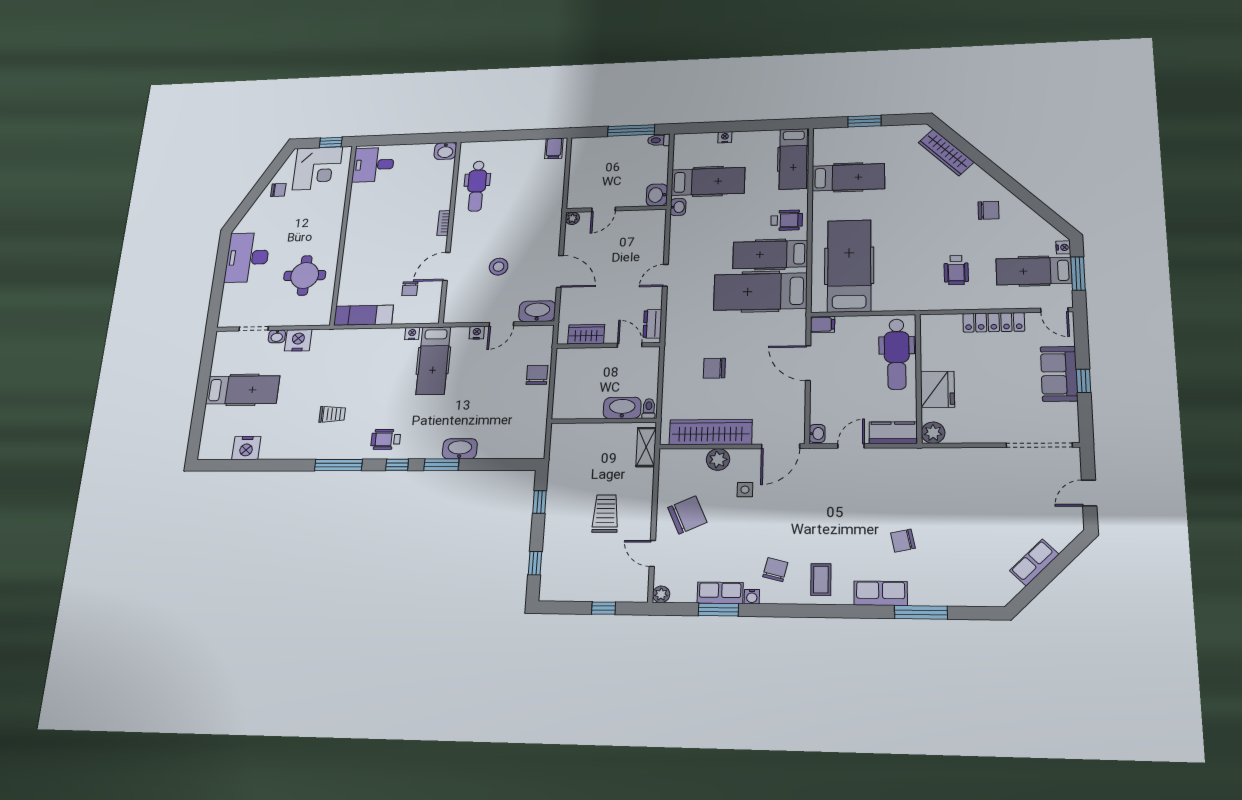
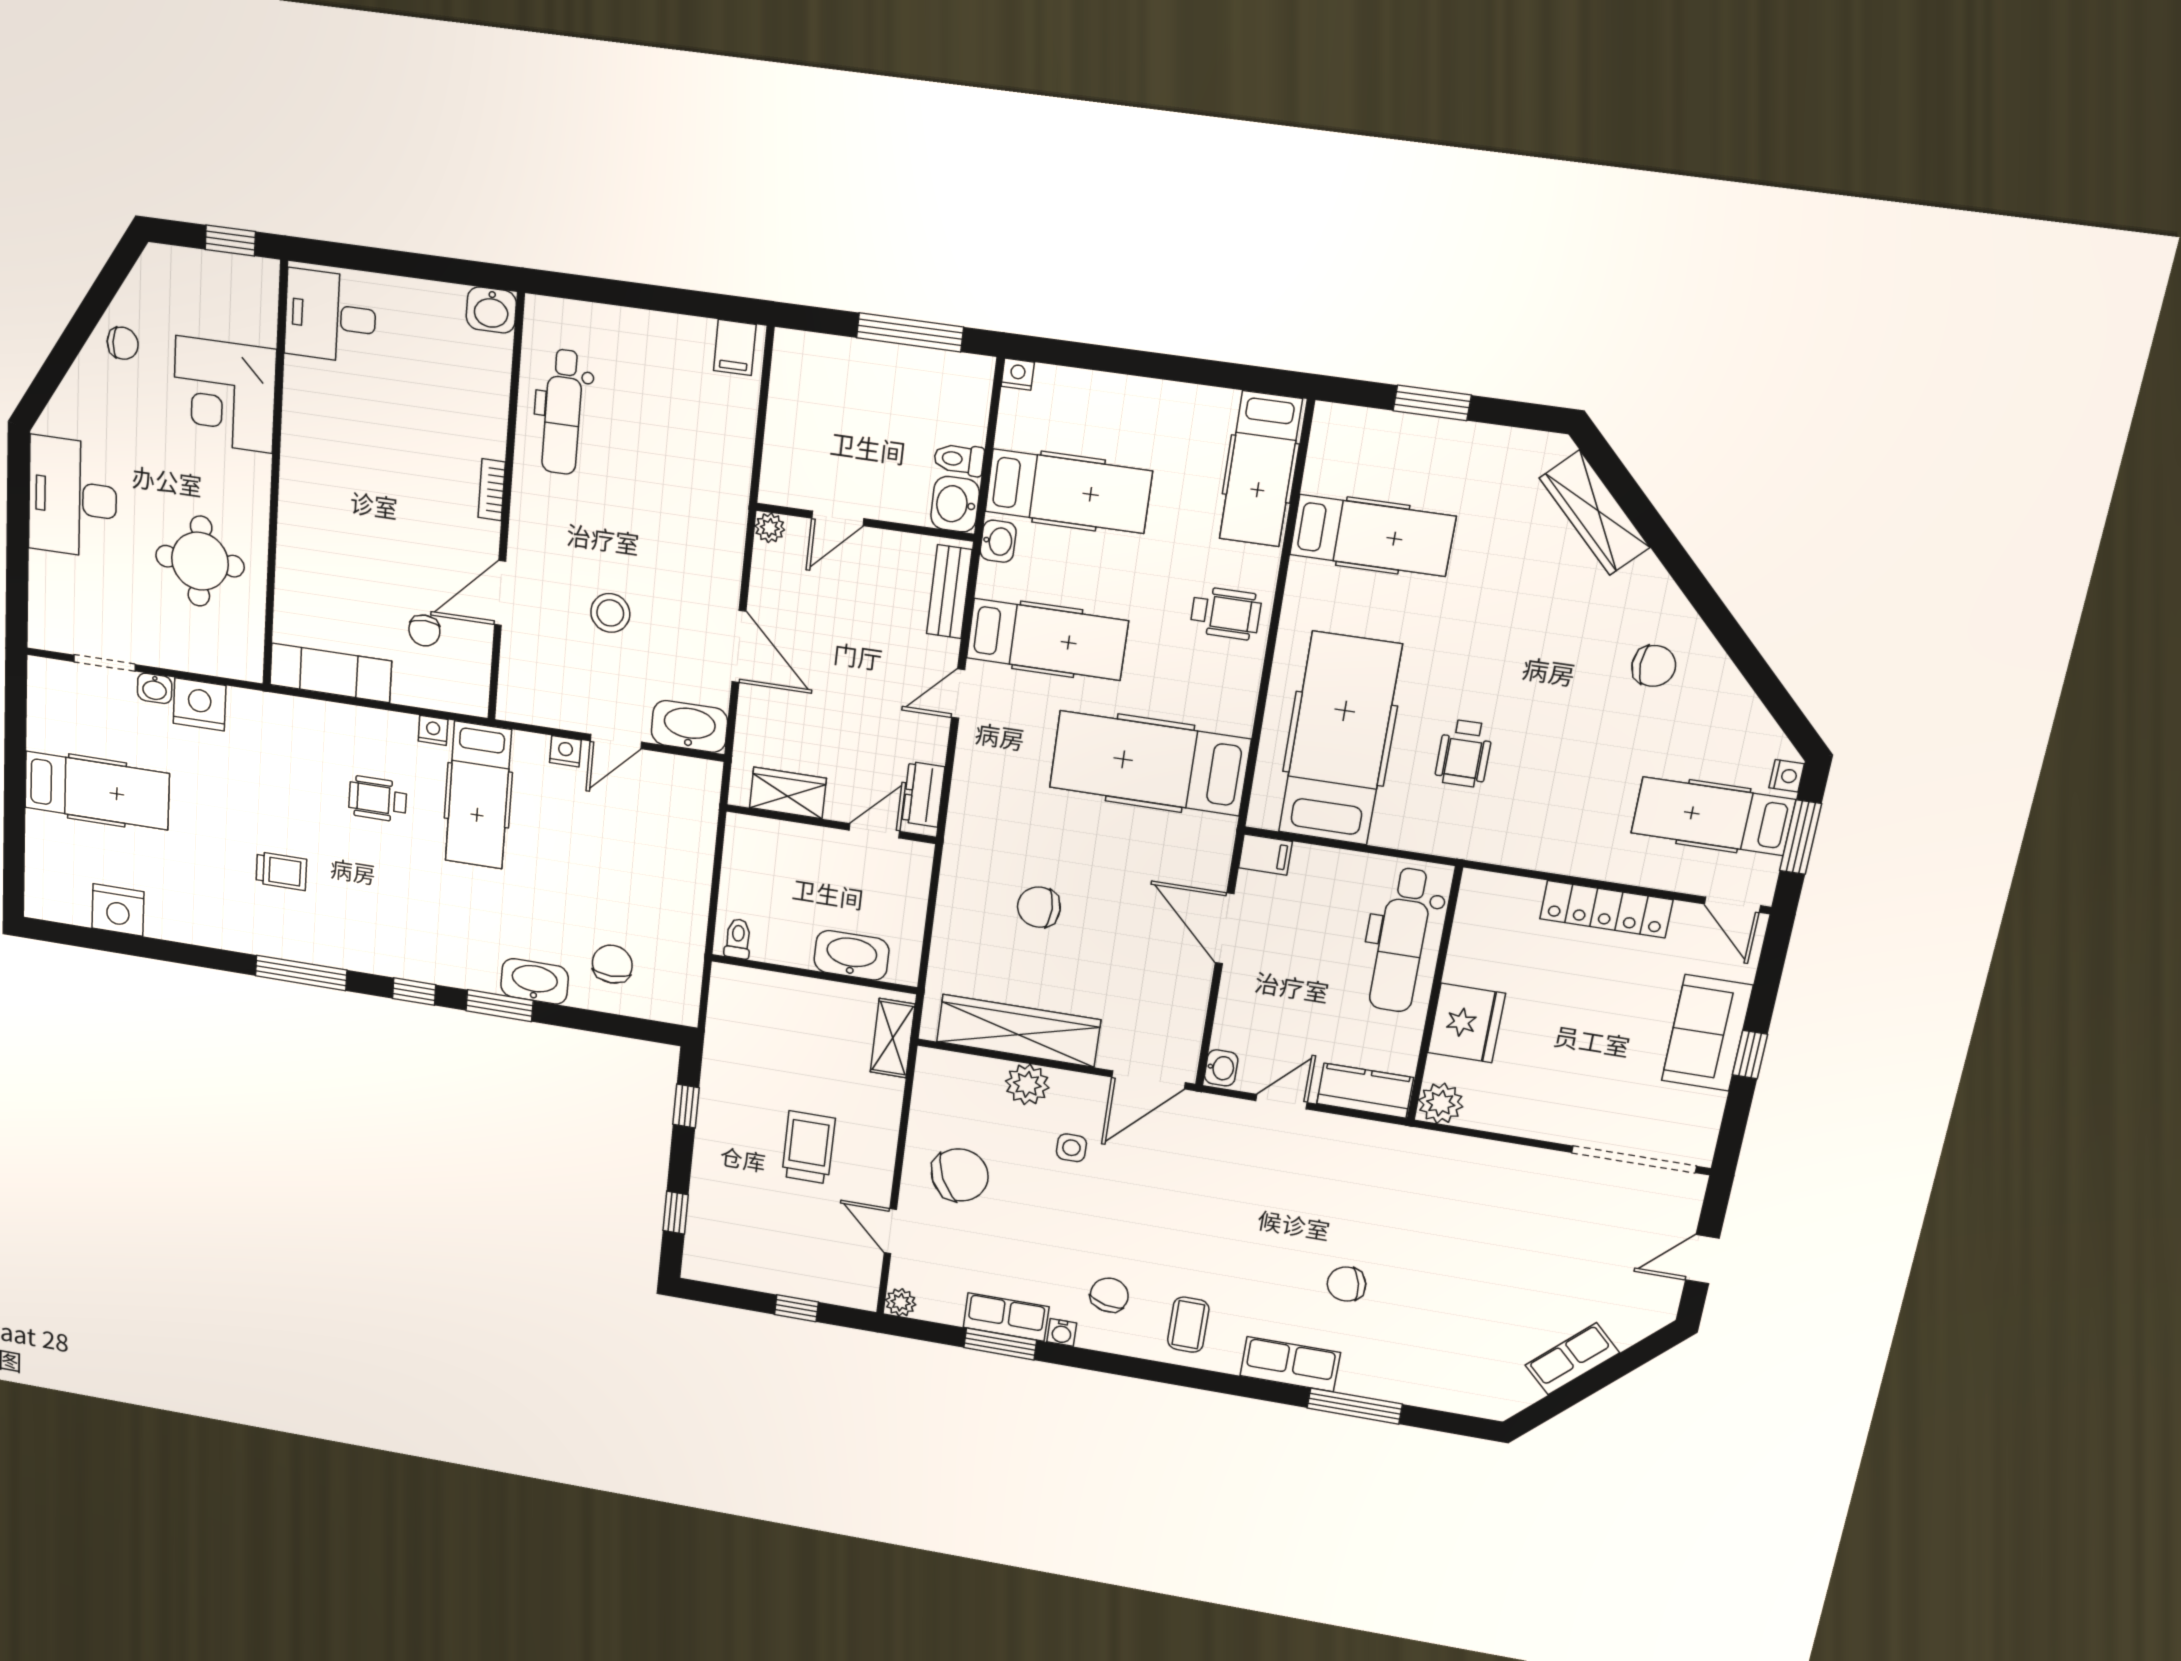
nightstand: (725, 137) -> (1018, 374), moved
toilet: (659, 140) -> (959, 459), moved
corner desk: (317, 168) -> (224, 395), moved, turned 90
bench: (657, 232) -> (949, 592), added
hospital bed: (770, 255) -> (1047, 639), moved, turned 180
wheelchair: (956, 270) -> (1464, 753), moved
door: (630, 345) -> (874, 831), hinge flipped
chair: (537, 375) -> (612, 964), moved
toilet: (649, 409) -> (738, 939), moved
wheelchair: (386, 439) -> (378, 799), moved

